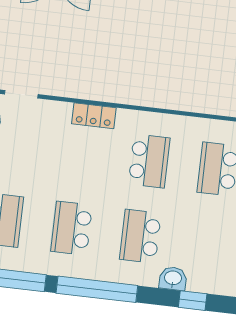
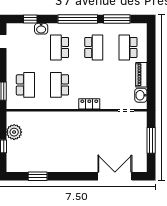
school desk: (140, 236) -> (60, 47), turned 180

